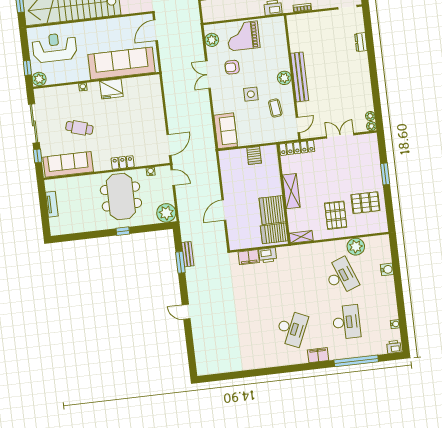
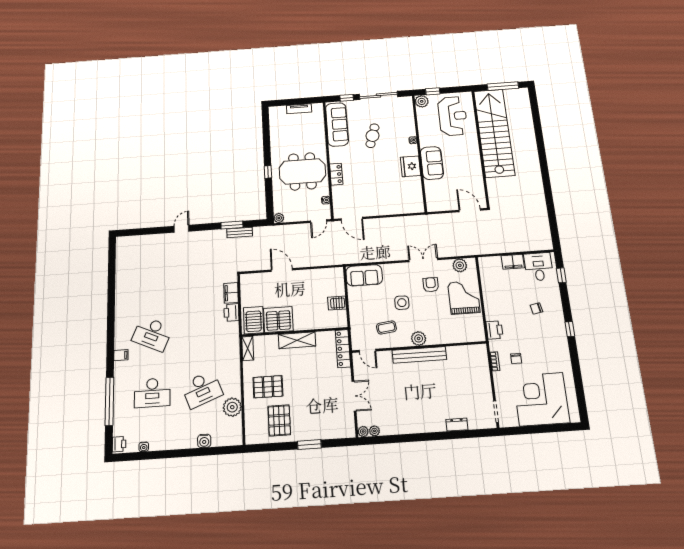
sofa: (121, 63) -> (432, 163), width x0.54, depth x0.79
plant: (166, 213) -> (279, 218), width x0.53, depth x0.53
filing cabinet: (318, 355) -> (121, 355), width x0.50

